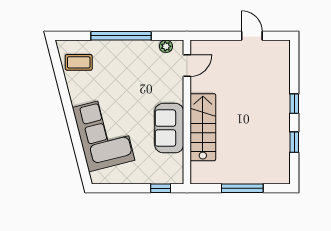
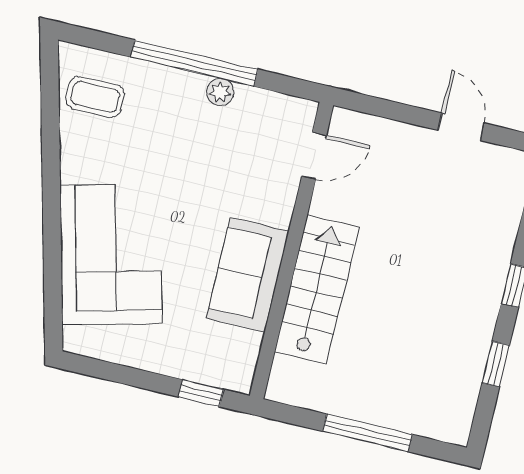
plant: (166, 46) -> (220, 92), moved

